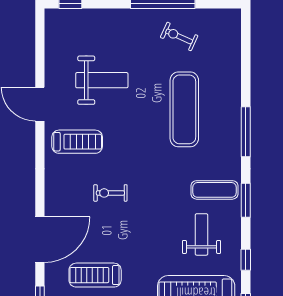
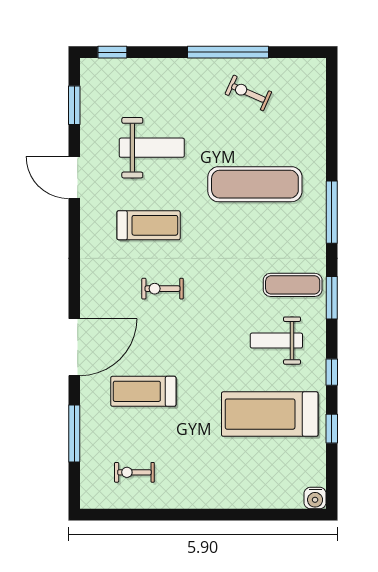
window: (40, 46) -> (74, 105), added
exercise mat: (184, 109) -> (255, 184), turned 90
treadmill: (77, 142) -> (149, 225), moved
weight bench: (201, 234) -> (276, 341), turned -90

